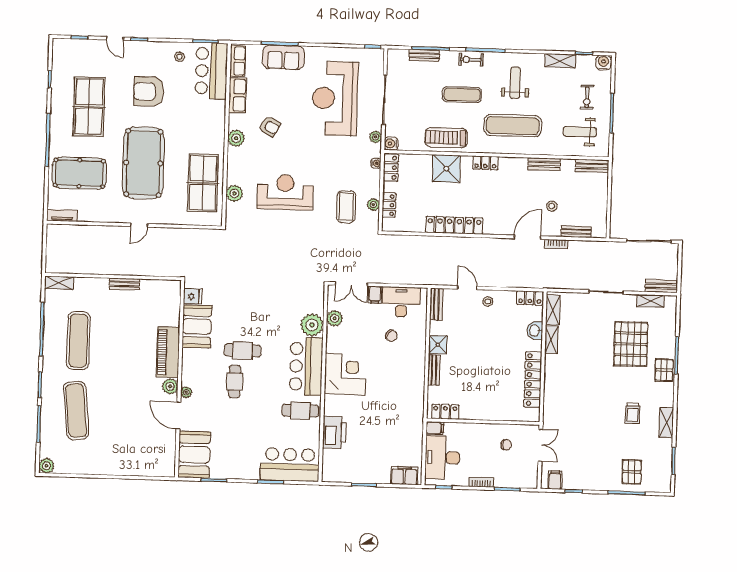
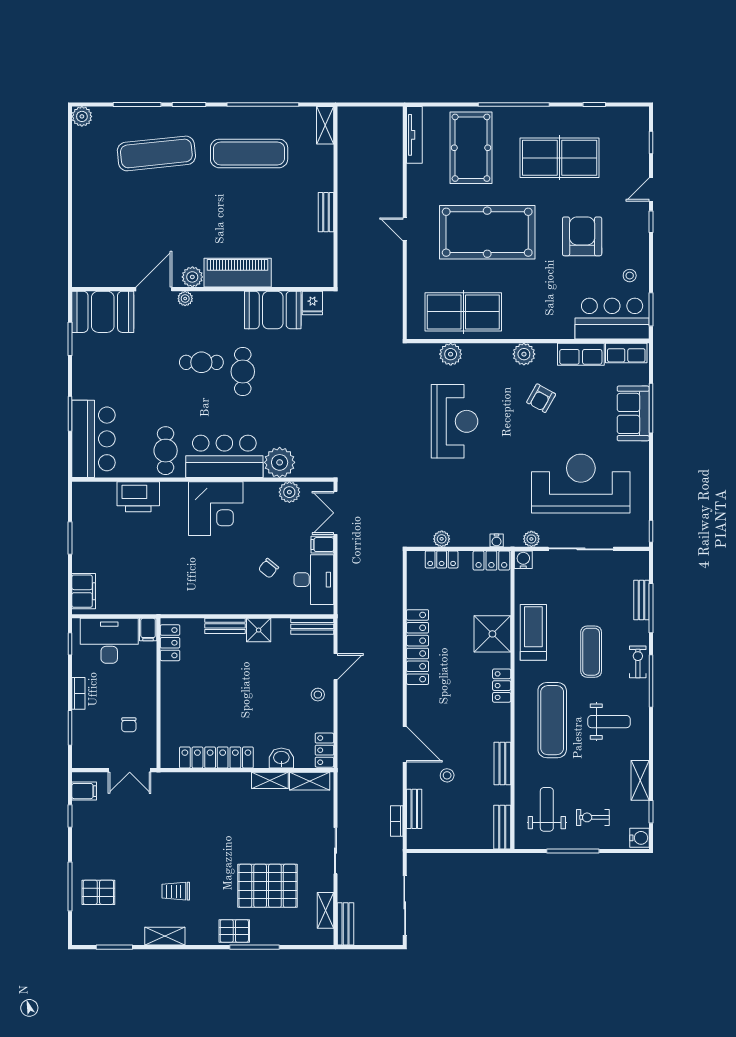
coffee table: (346, 207) -> (438, 503), removed
tv unit: (62, 215) -> (414, 135), width x1.41
bookcase: (556, 244) -> (397, 821), moved

